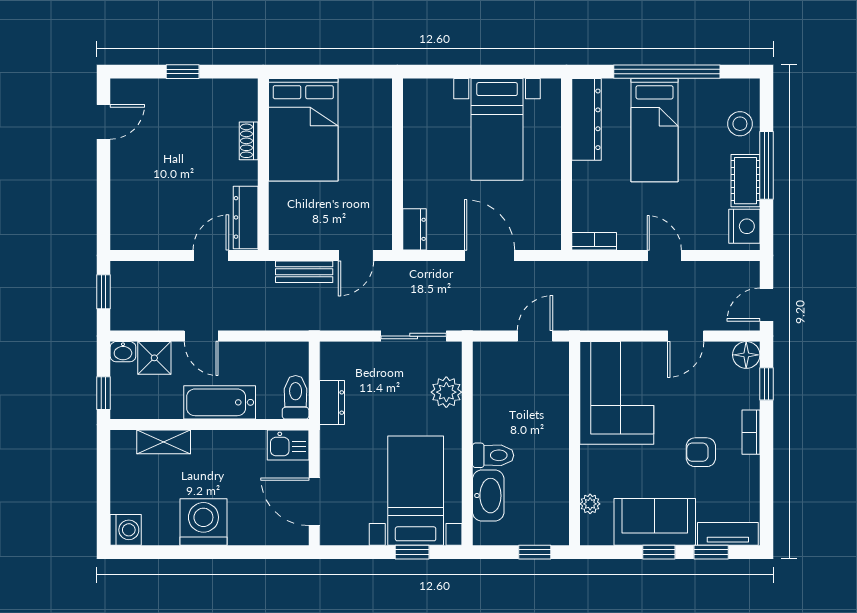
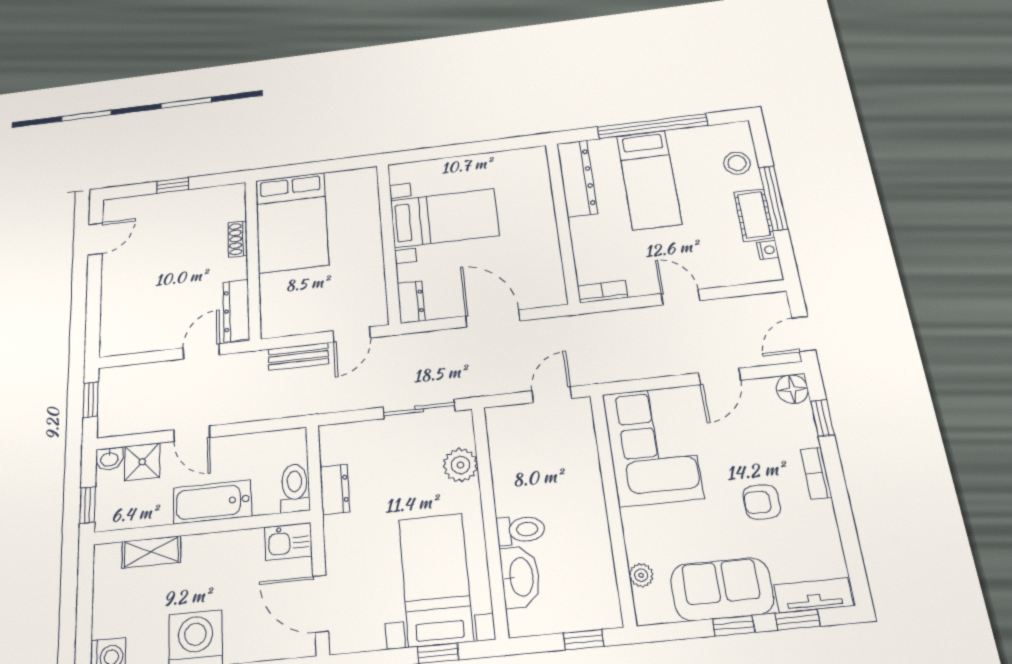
bed with nightstands: (497, 129) -> (444, 218), moved, turned -90
nightstand: (744, 226) -> (768, 250), width x0.53, depth x0.56

